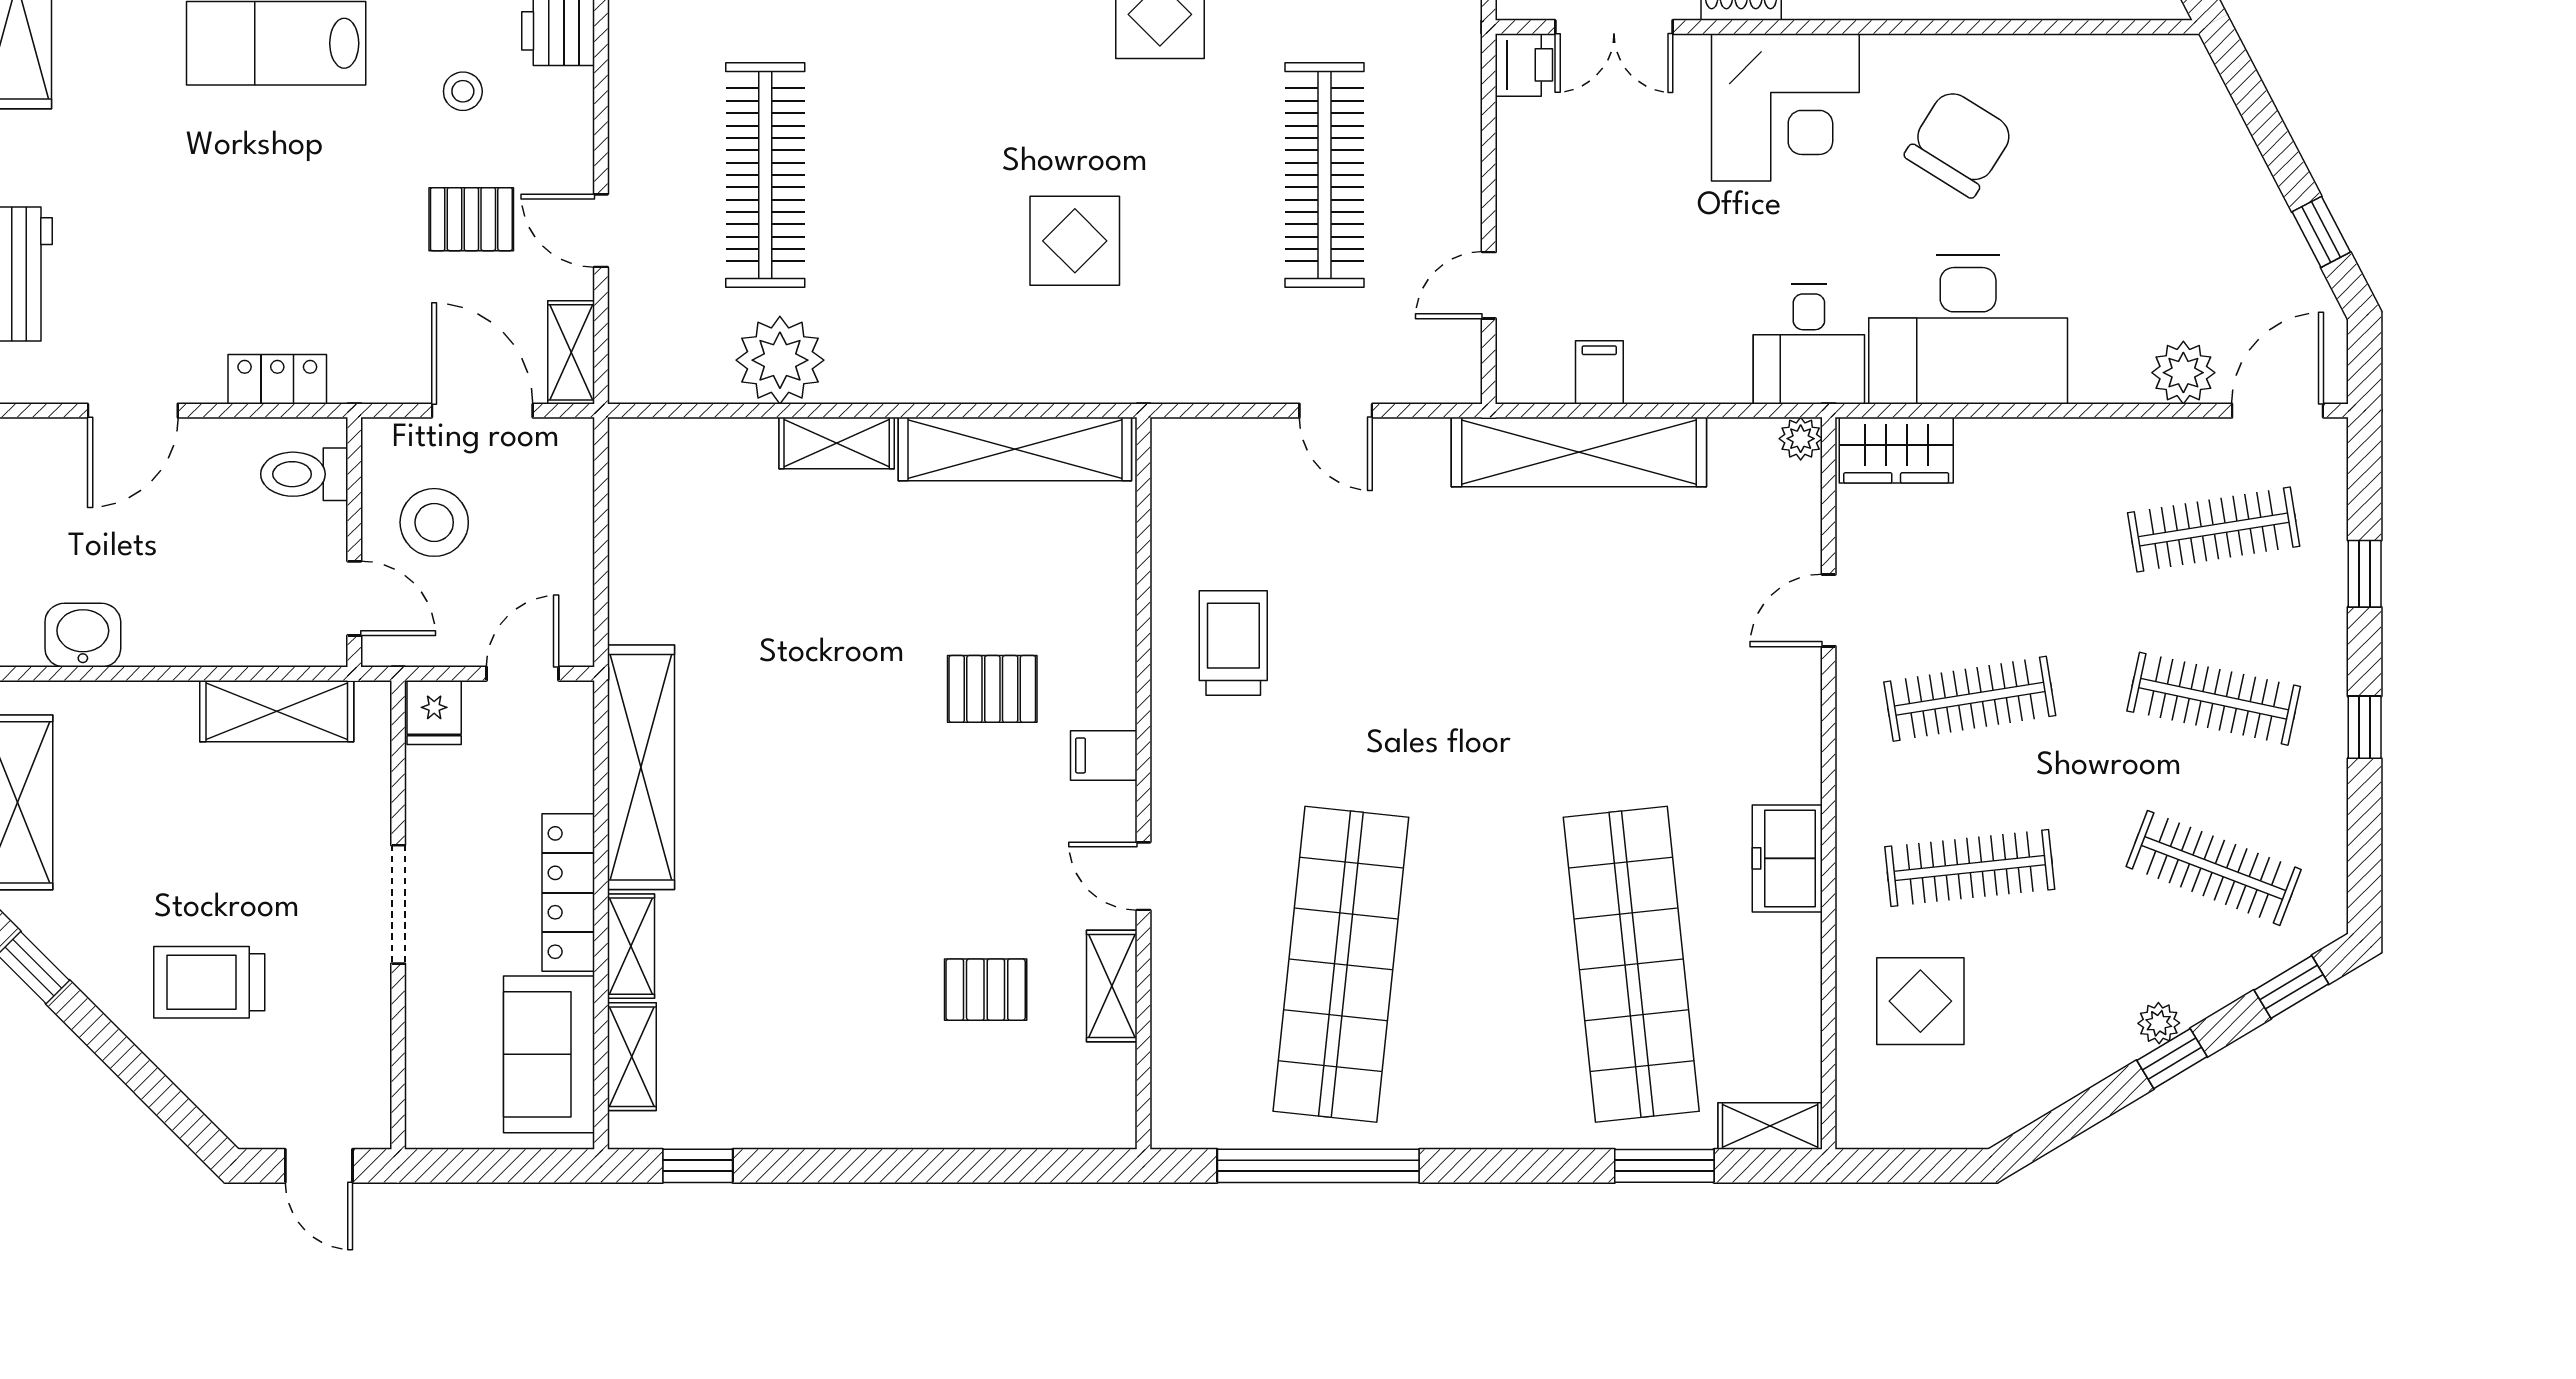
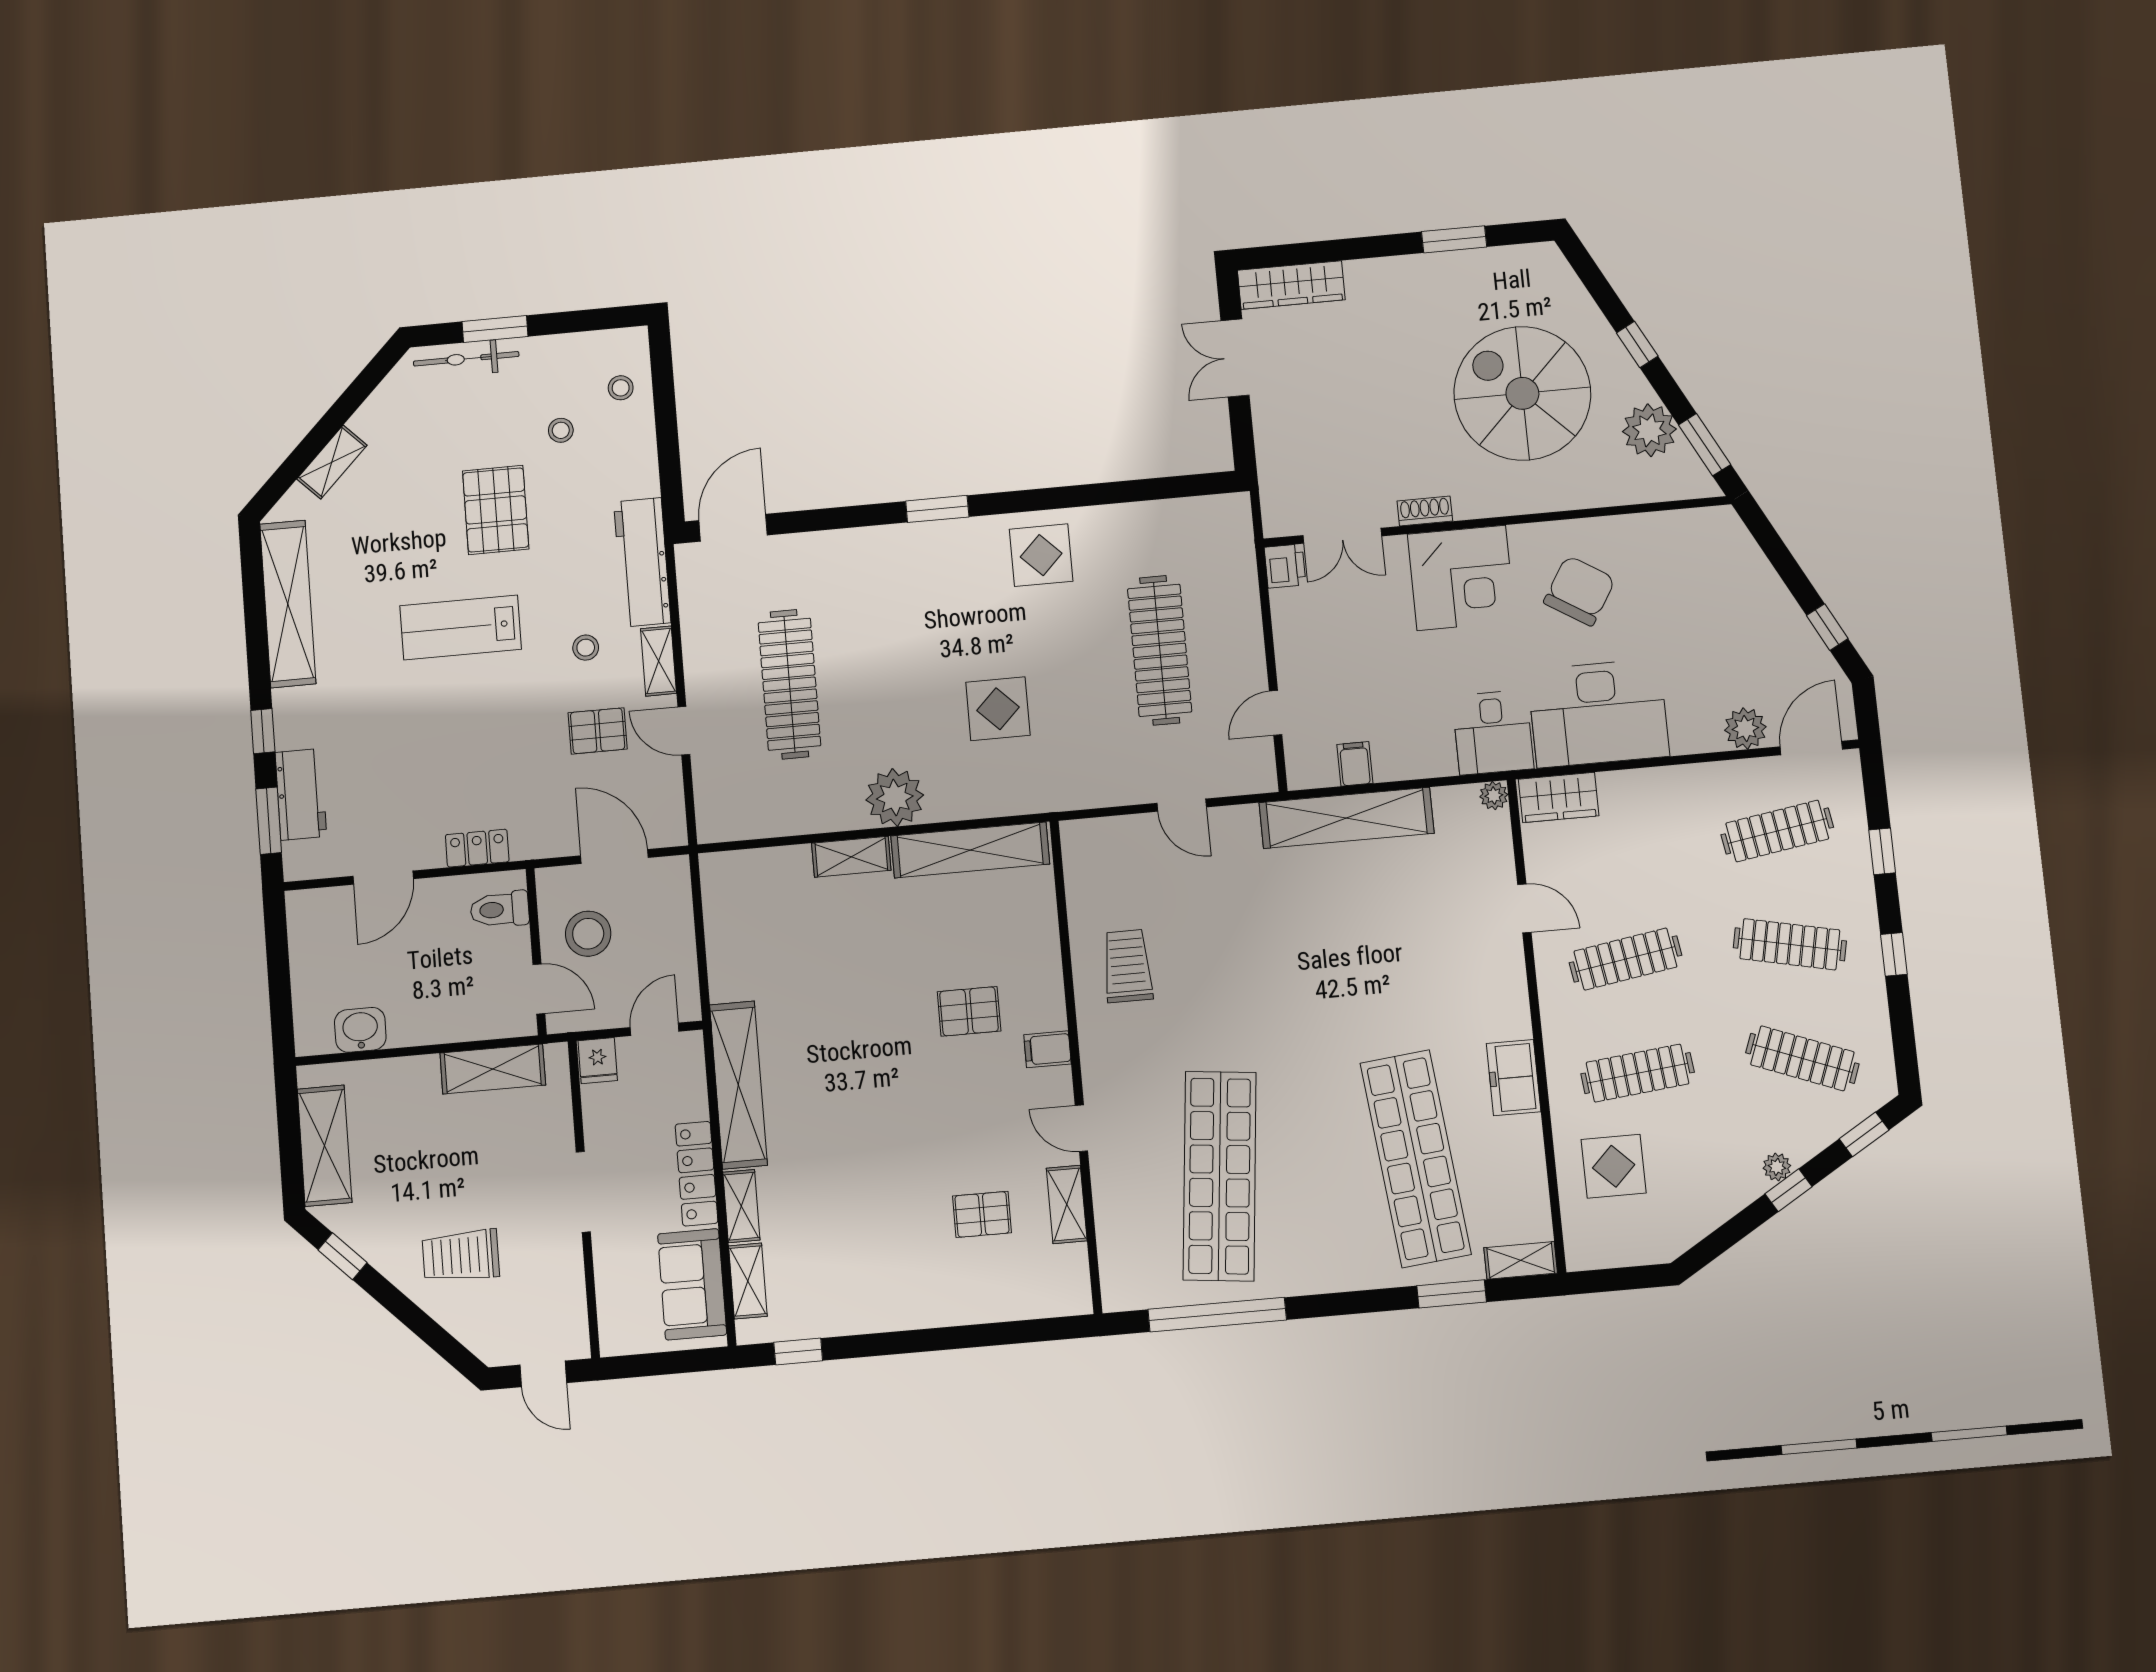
shelving: (571, 352) -> (658, 661), moved
plant: (780, 360) -> (895, 797), moved
door: (1829, 610) -> (1524, 908), swing flipped

